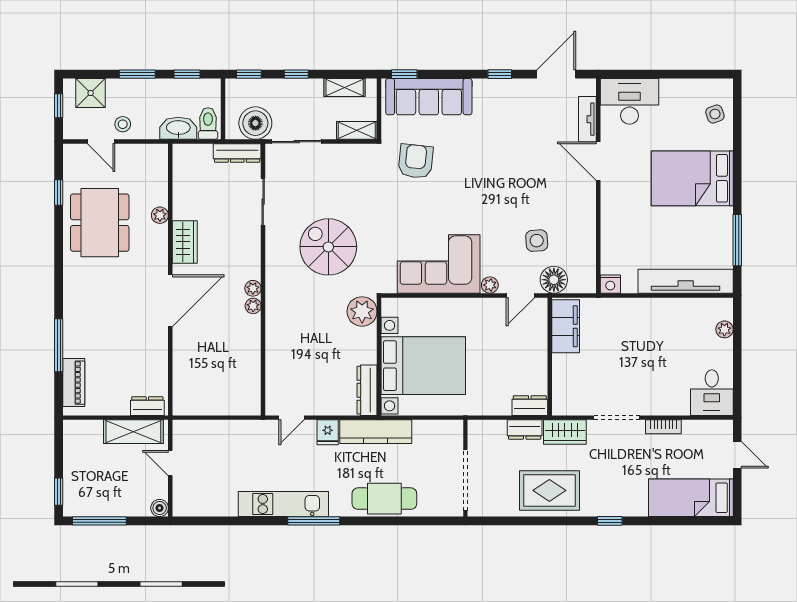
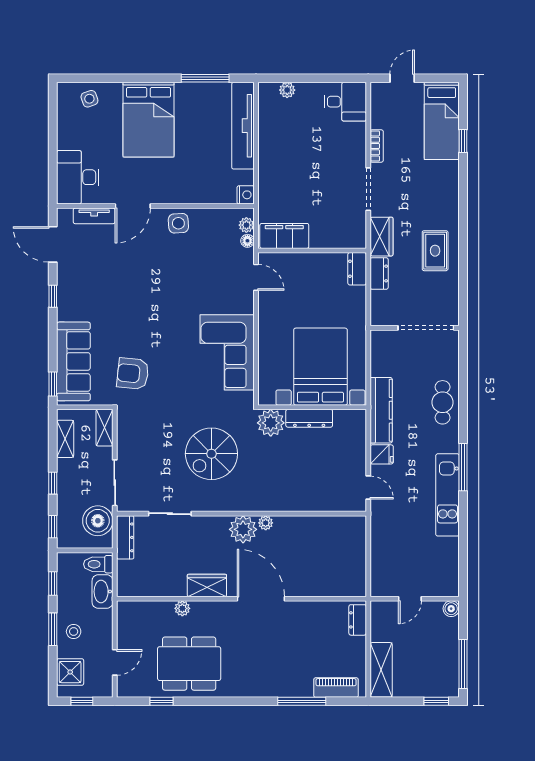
stool: (123, 124) -> (74, 632), moved
side table: (537, 241) -> (178, 223), moved
floor lamp: (554, 280) -> (247, 241), width x0.53, depth x0.53
plant: (490, 285) -> (246, 225), moved
plant: (253, 288) -> (243, 529), width x1.88, depth x1.88
dresser: (367, 390) -> (309, 418), moved
shelving: (133, 432) -> (381, 670), moved
rug: (549, 490) -> (435, 251), width x0.73, depth x0.70
cafe table: (384, 499) -> (443, 402), width x0.73, depth x0.74
window: (610, 521) -> (463, 141), moved

